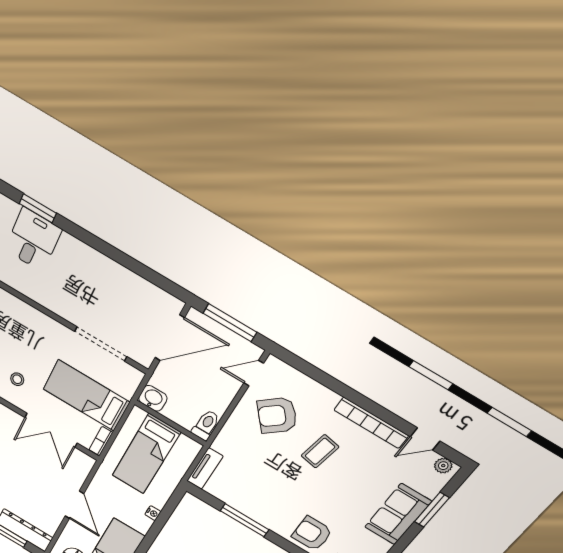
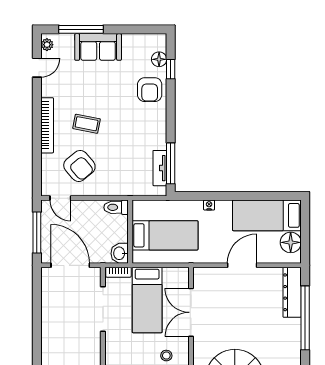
bookcase: (371, 423) -> (47, 125), moved
double door: (51, 430) -> (191, 312), swing flipped
door: (425, 439) -> (37, 68), hinge flipped
bookcase: (101, 441) -> (118, 272), moved
tv unit: (205, 469) -> (160, 168), moved, turned -90
window: (432, 510) -> (81, 29), width x1.44
window: (244, 520) -> (171, 163), moved

